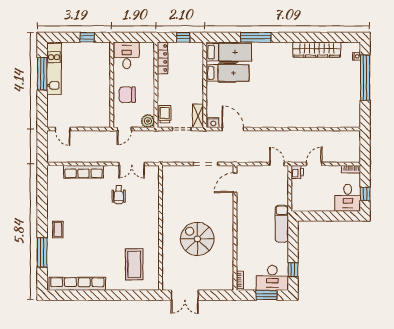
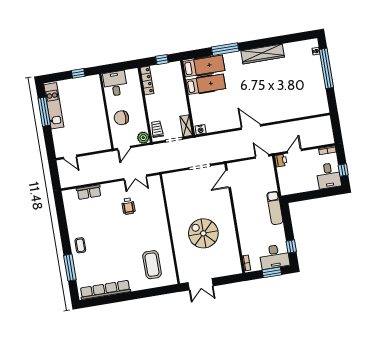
wardrobe: (317, 50) -> (263, 54), moved
door: (233, 129) -> (251, 127), moved
row of seats: (84, 172) -> (89, 192), width x0.68

